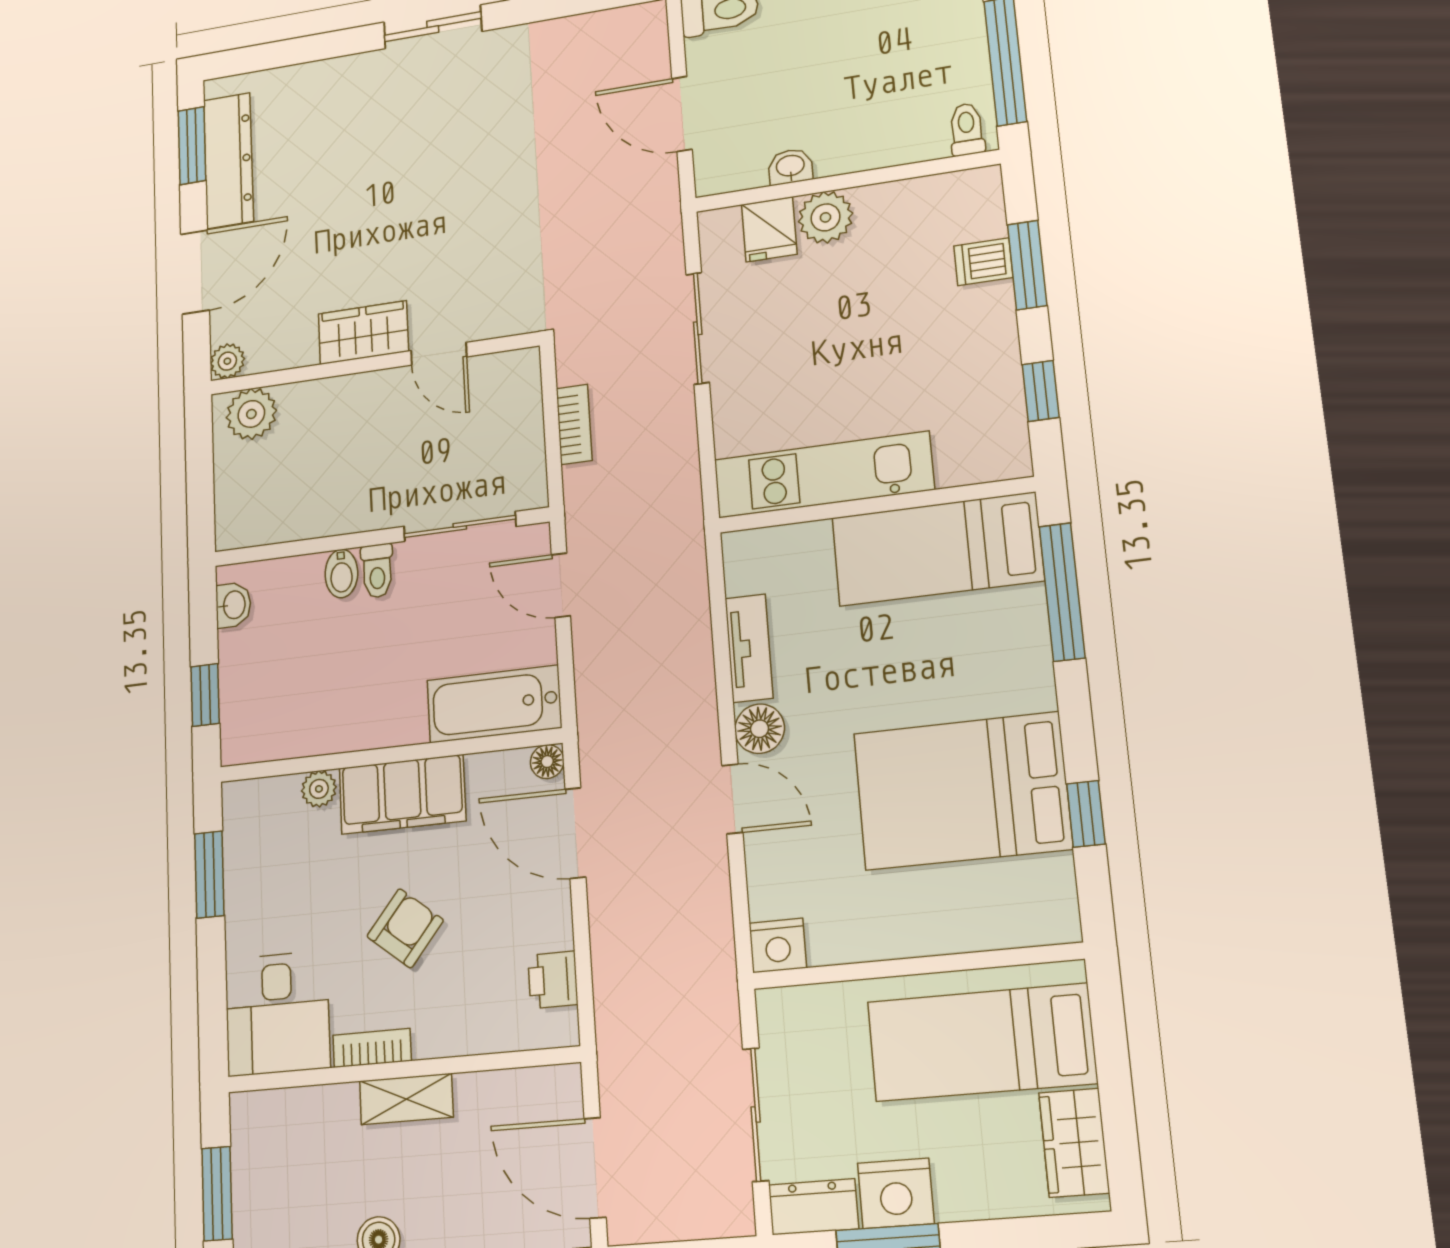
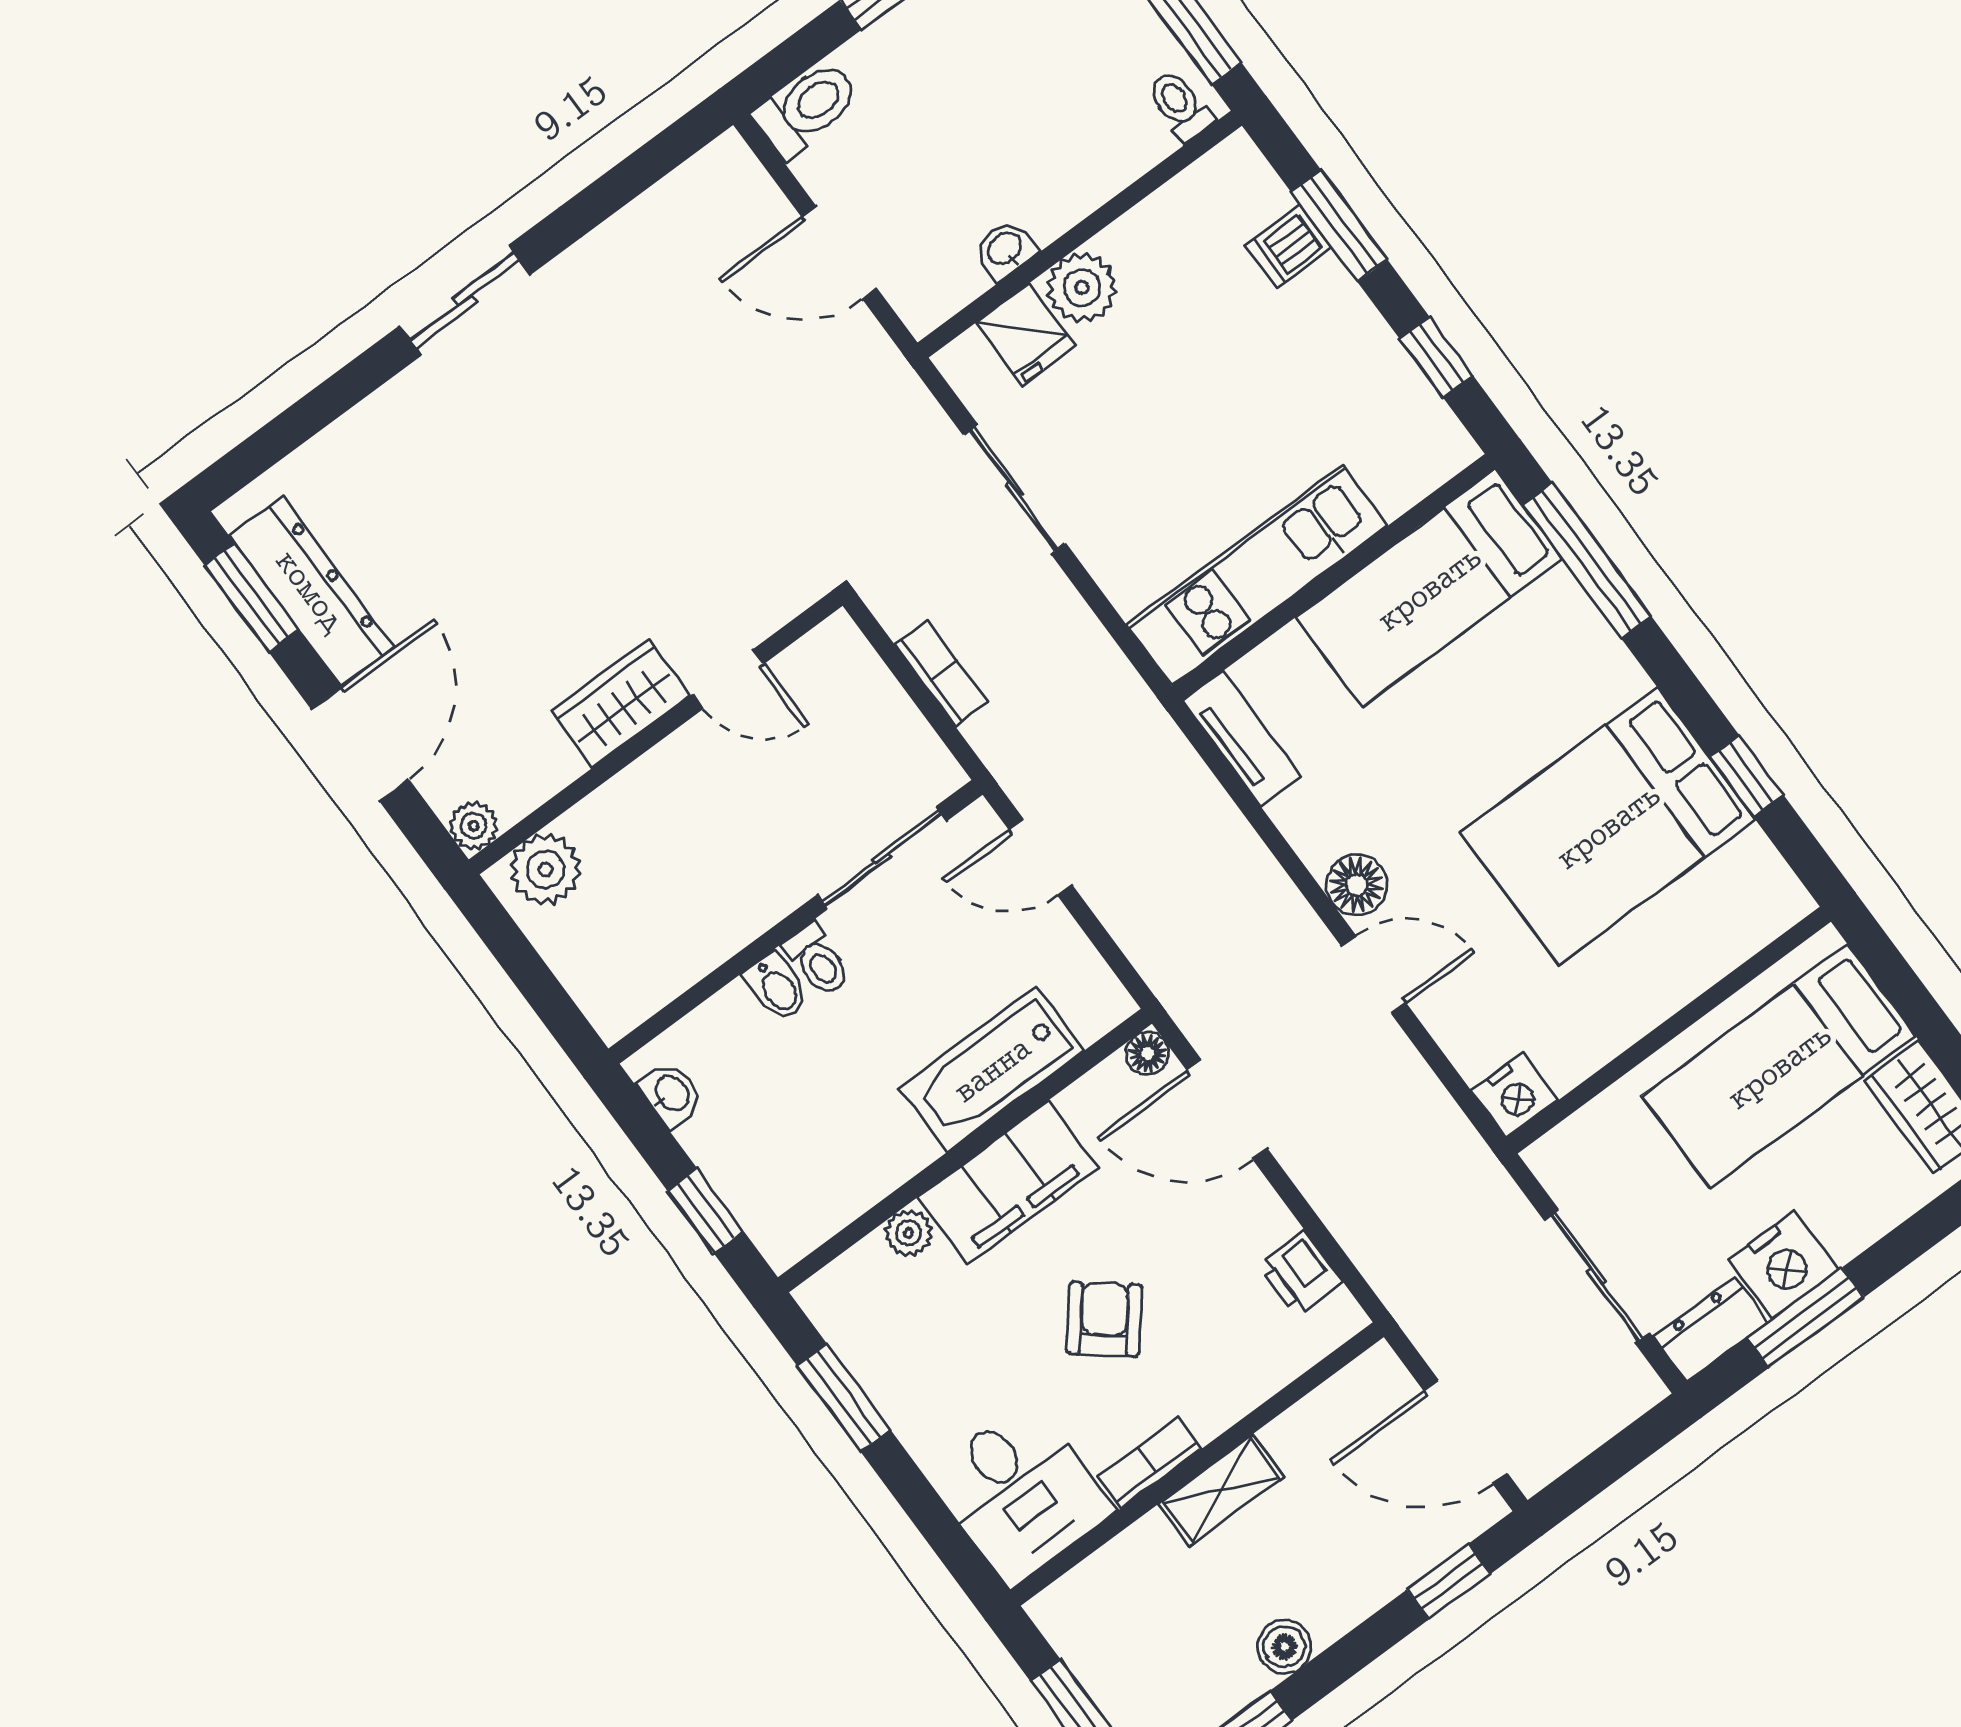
tv unit: (749, 648) -> (1242, 739), moved
bathtub: (494, 704) -> (992, 1069), moved

